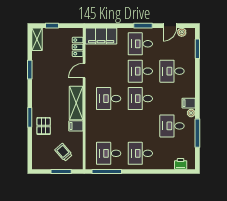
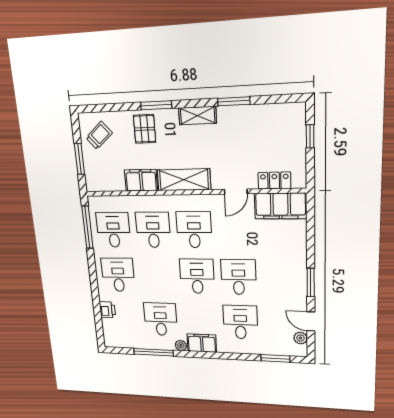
filing cabinet: (101, 36) -> (281, 206), moved, turned -90
shelving: (37, 39) -> (198, 116), moved
desk: (140, 44) -> (153, 230), moved
door: (84, 71) -> (236, 192), swing flipped
filing cabinet: (189, 103) -> (202, 343), width x2.00
pallet: (44, 126) -> (145, 129), turned 90
filing cabinet: (76, 126) -> (141, 180), width x2.00
trolley: (64, 152) -> (99, 135), moved
printer: (181, 164) -> (107, 310), moved

